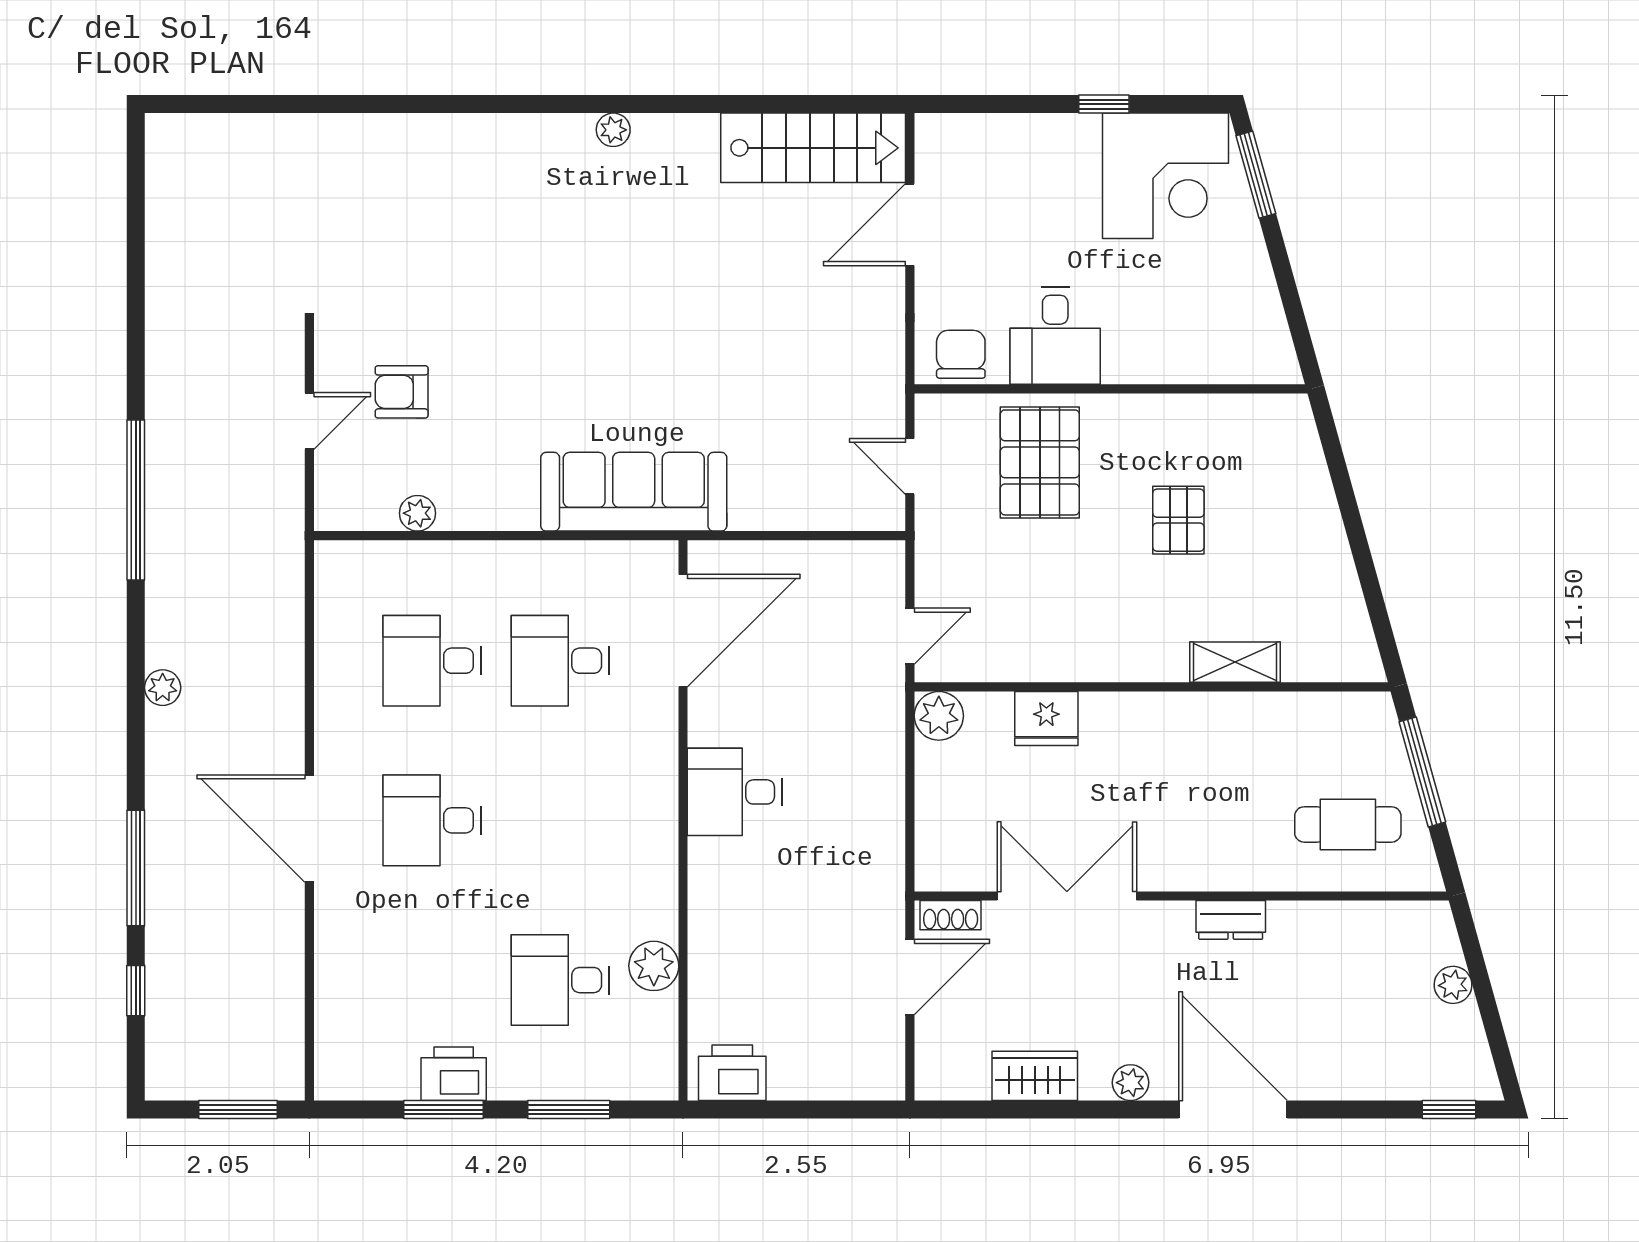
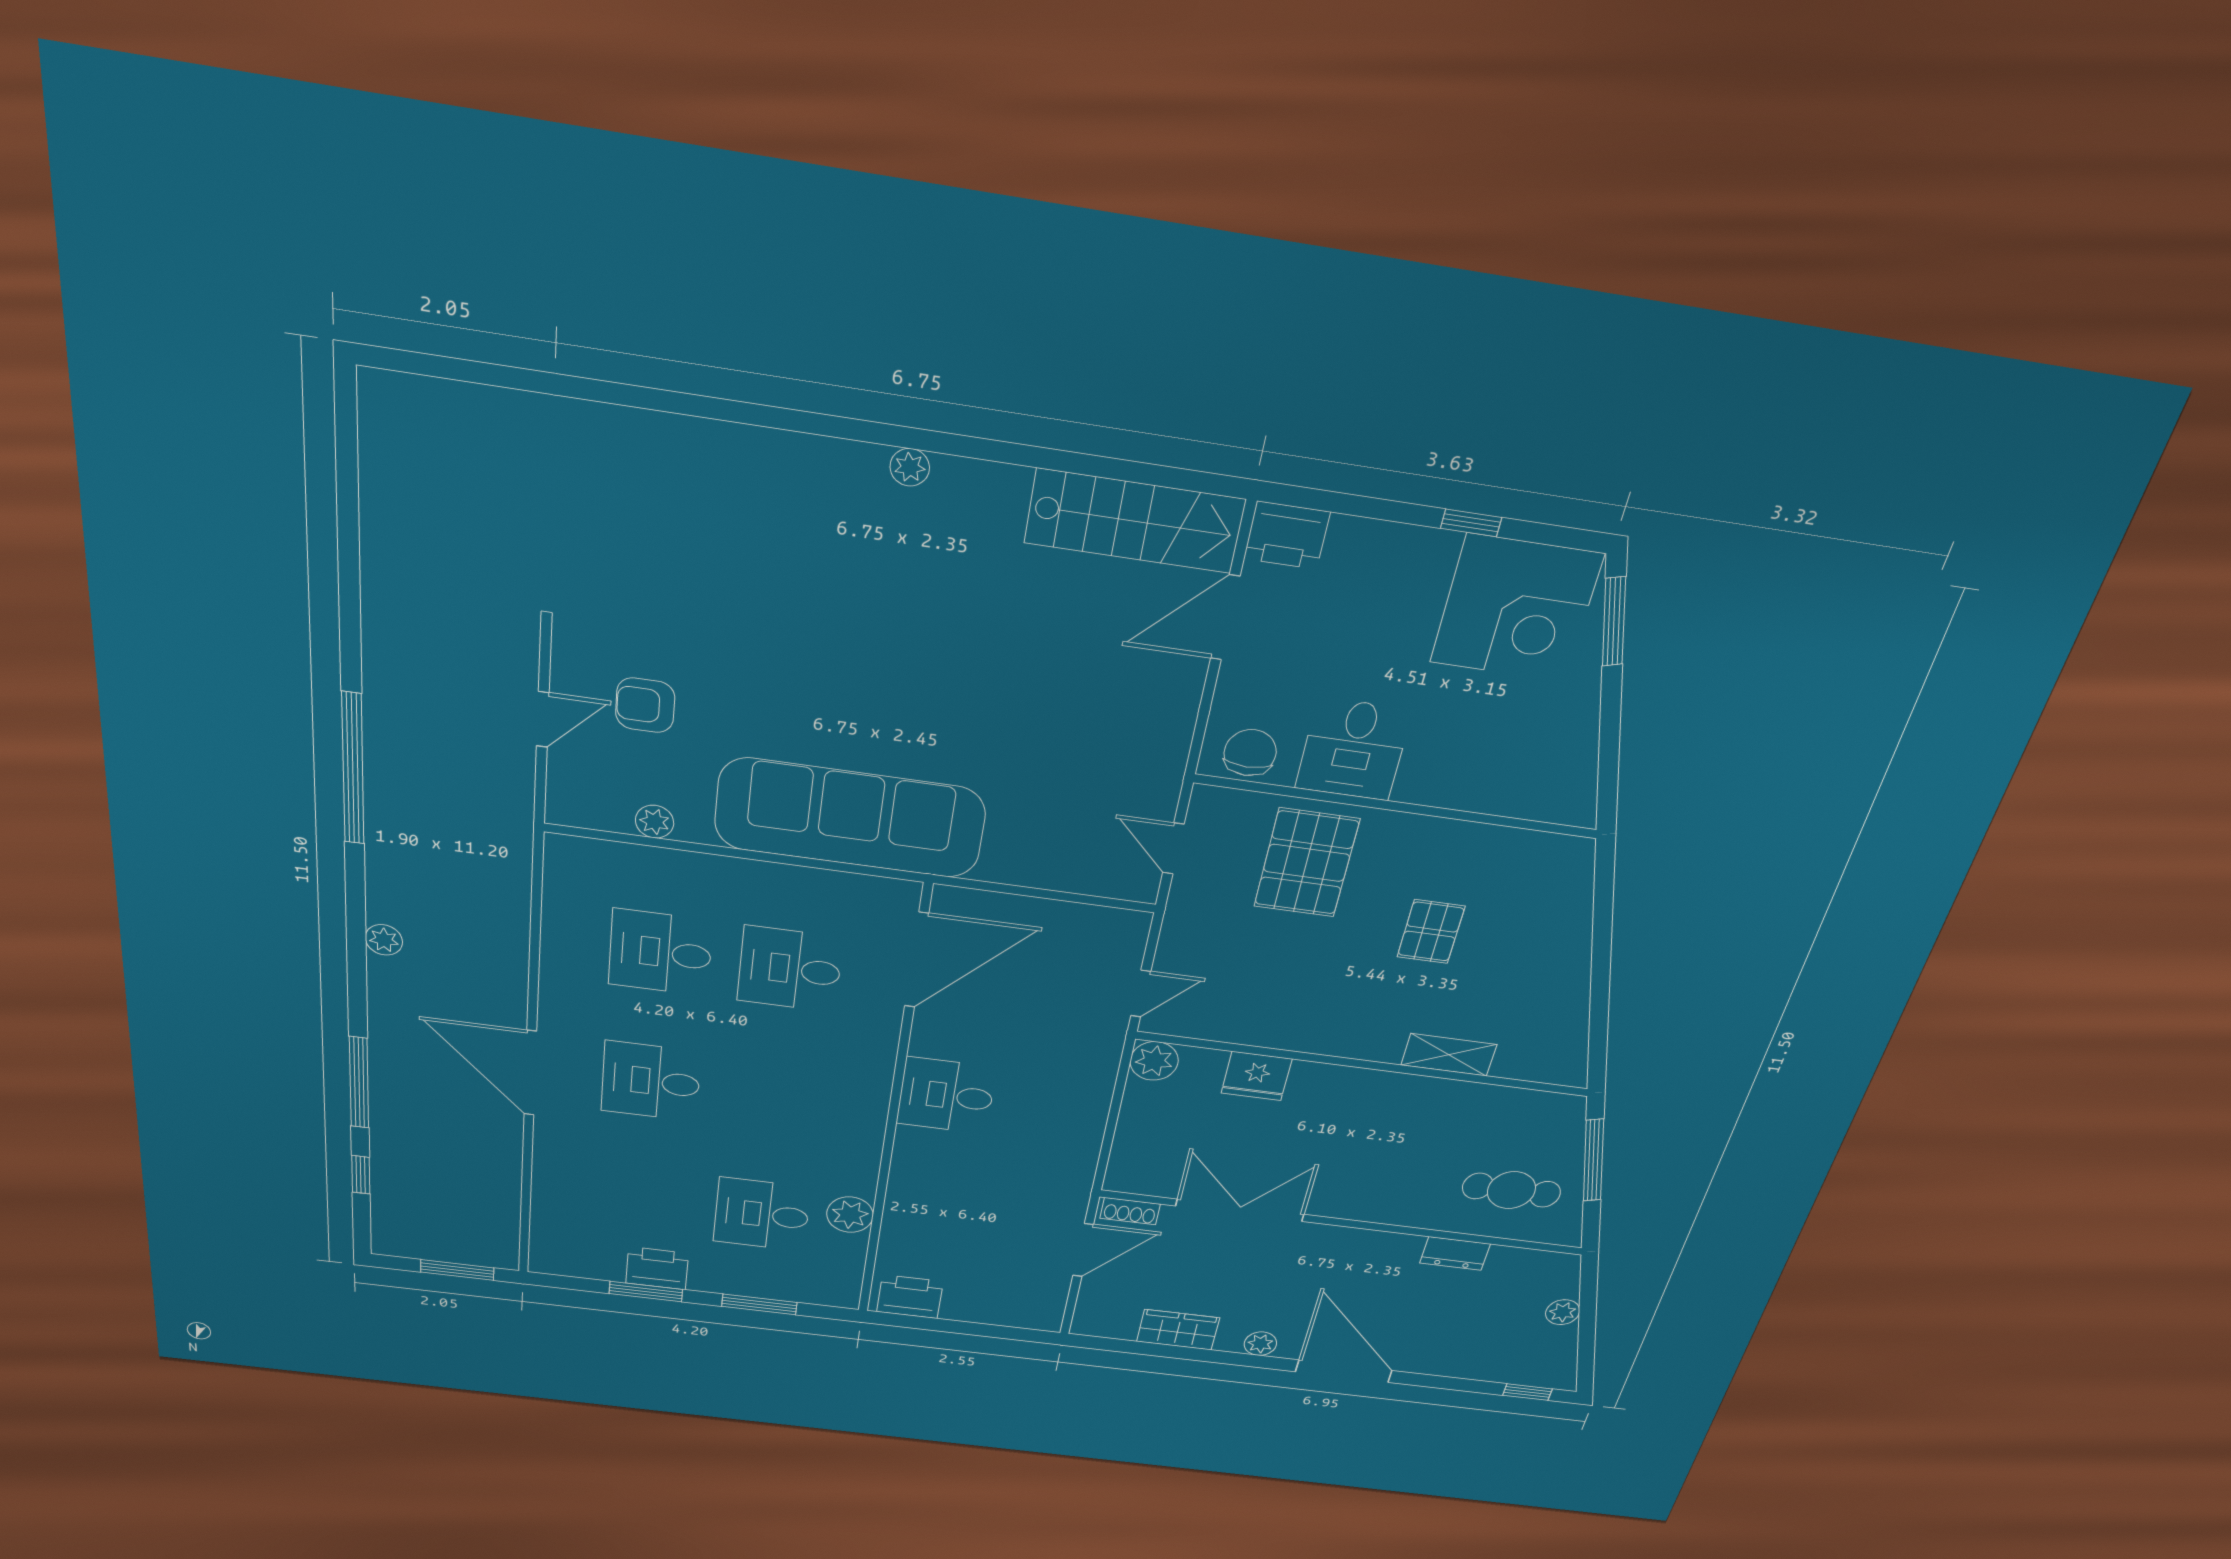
printer: (947, 140) -> (1287, 535), added
sofa: (634, 492) -> (850, 818), width x1.36, depth x1.27
dresser: (1231, 920) -> (1455, 1253), moved

